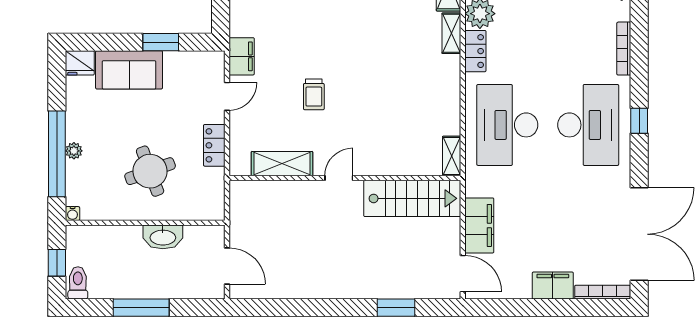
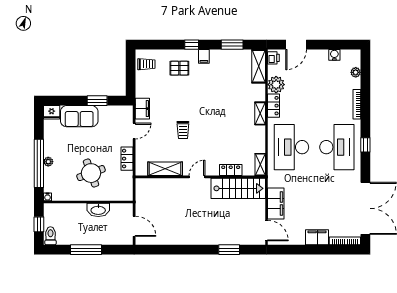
shelving: (451, 33) -> (260, 113), moved
locker: (399, 166) -> (231, 170), added

